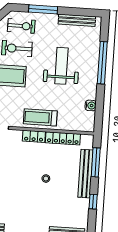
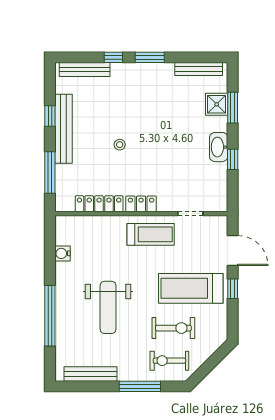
treadmill: (40, 117) -> (151, 234), moved
bench: (85, 174) -> (63, 129), moved

